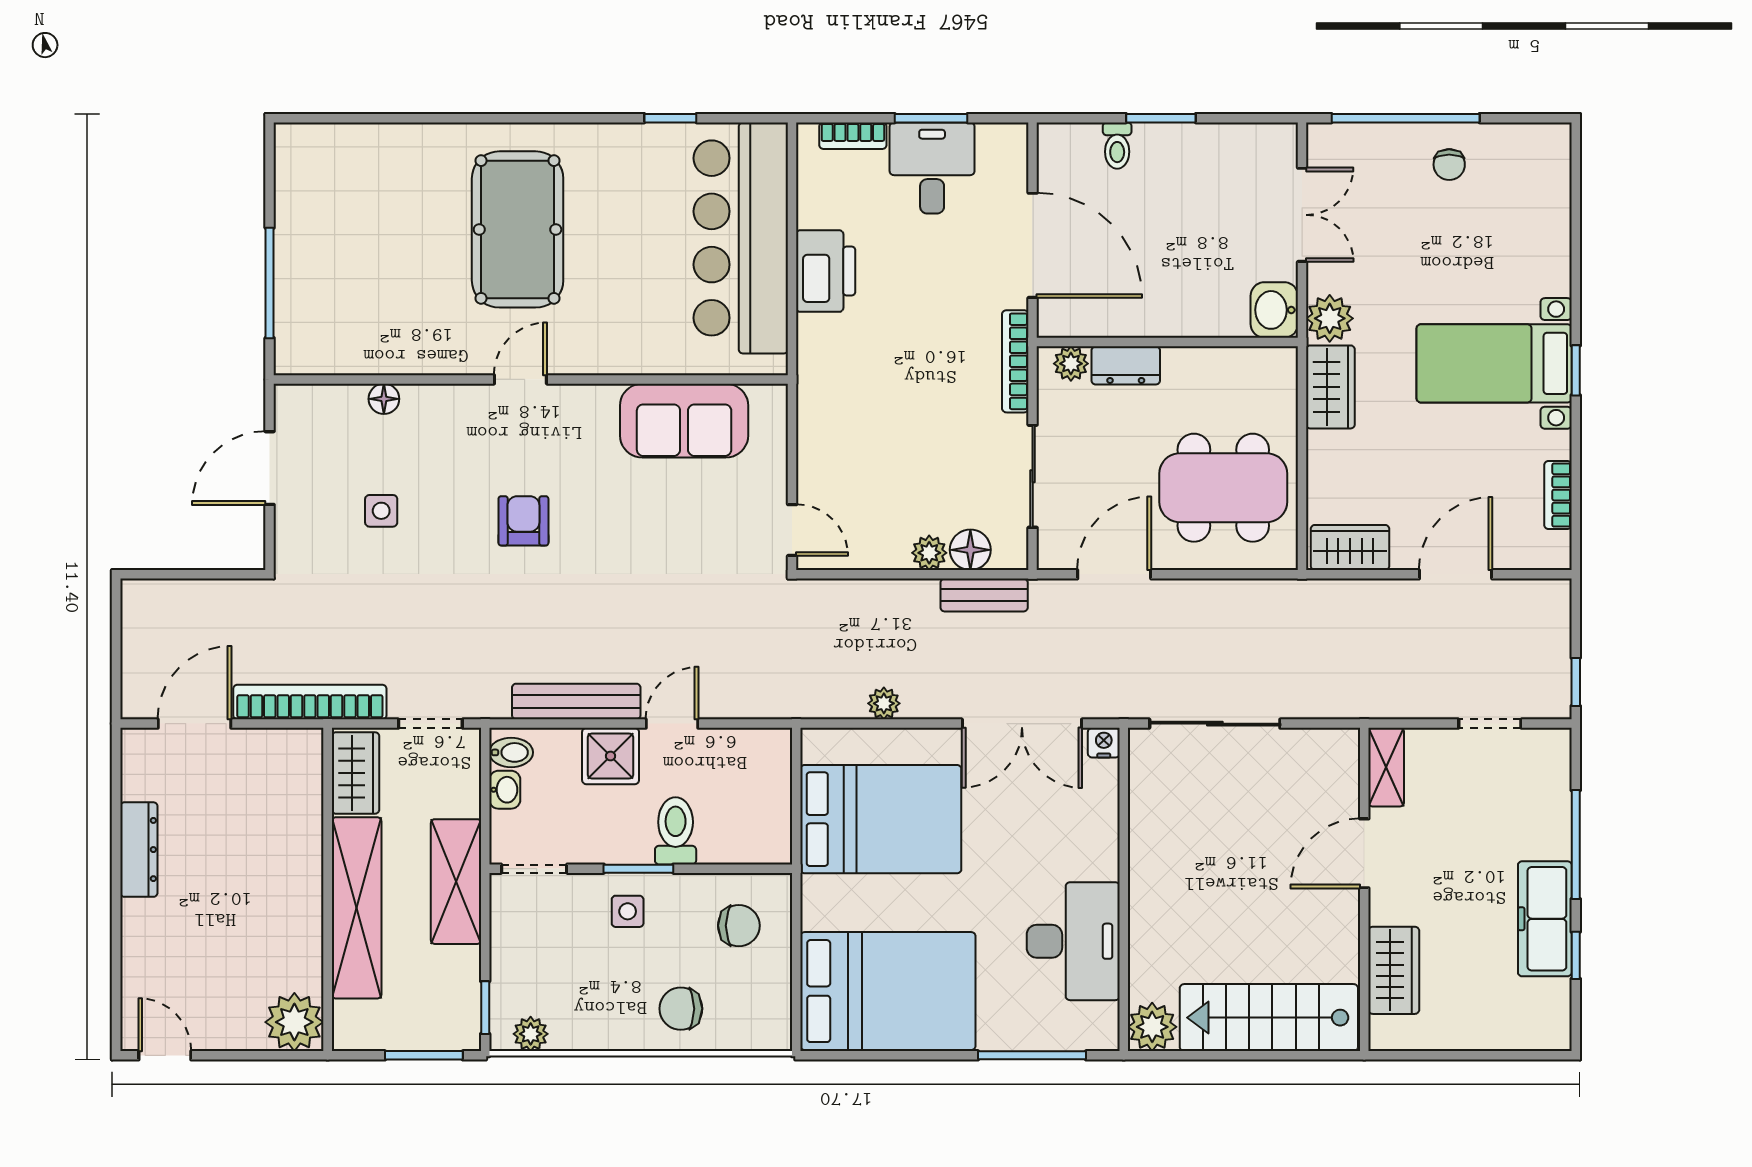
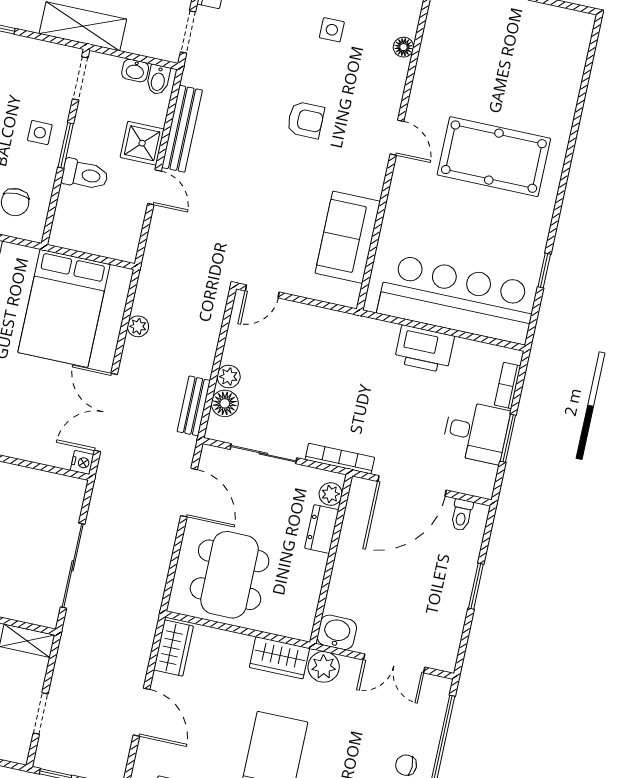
toilet: (1117, 146) -> (462, 515), moved, turned -90
sliding door: (1215, 724) -> (73, 566), moved

